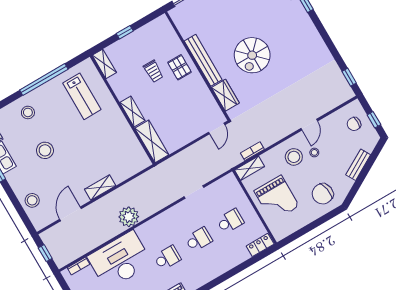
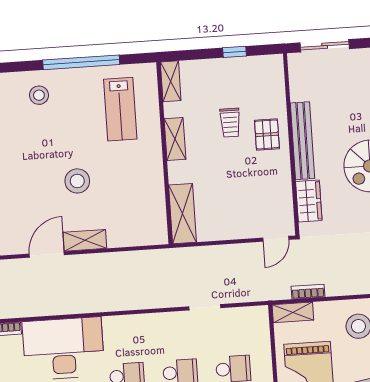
window: (125, 32) -> (235, 52), moved
shelving: (132, 111) -> (175, 139), moved
stool: (45, 150) -> (77, 181), moved
door: (71, 214) -> (47, 254), moved
plant: (129, 217) -> (103, 297), removed

